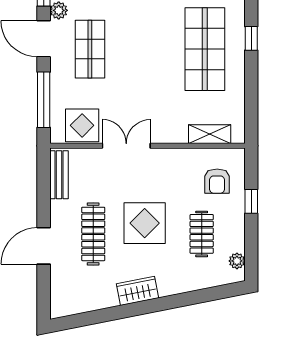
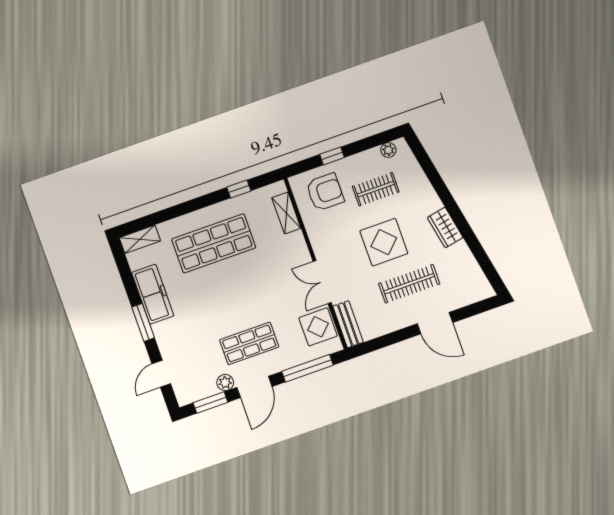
window: (251, 38) -> (239, 189), moved
bench: (59, 175) -> (348, 324), moved, turned 90
armchair: (217, 181) -> (325, 192), width x1.38, depth x1.38

